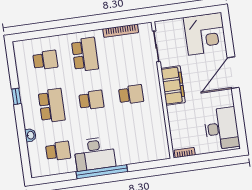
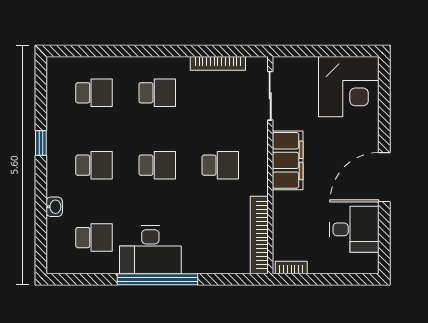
school desk: (85, 55) -> (157, 93), width x0.54
door: (233, 73) -> (384, 177), moved
school desk: (52, 106) -> (94, 165), width x0.54
desk: (222, 128) -> (354, 229), width x0.73
bookcase: (162, 135) -> (259, 235), added

